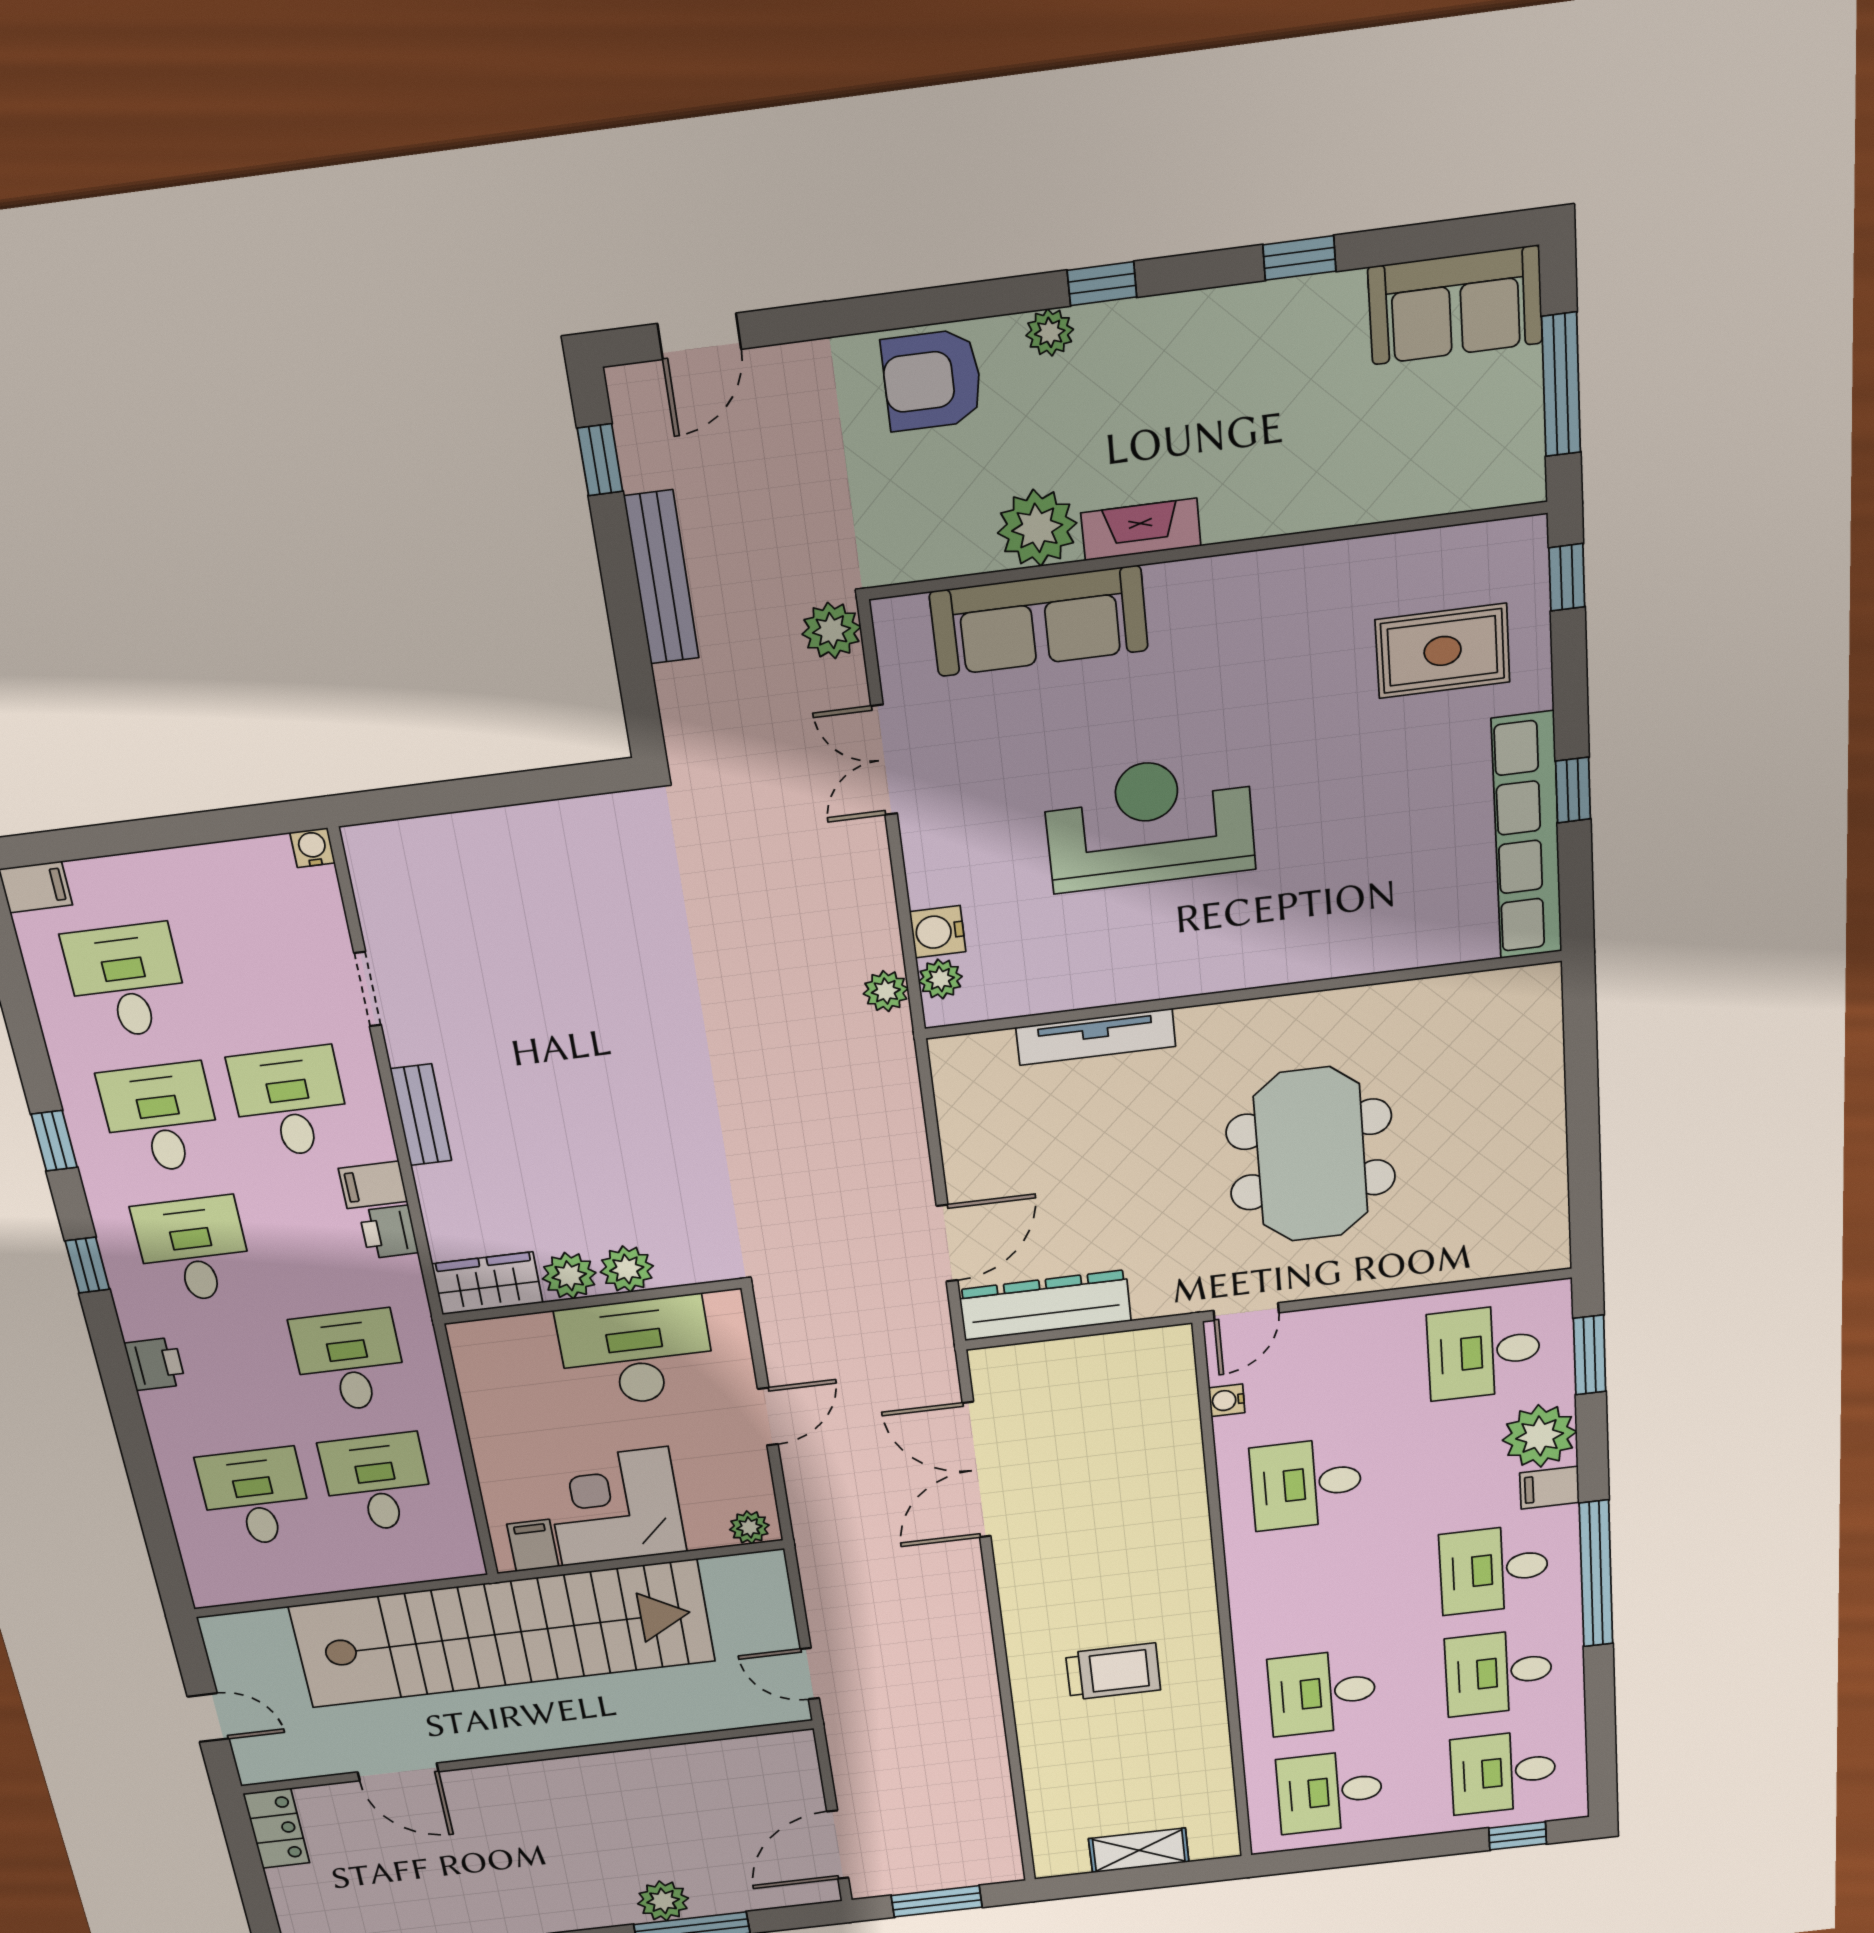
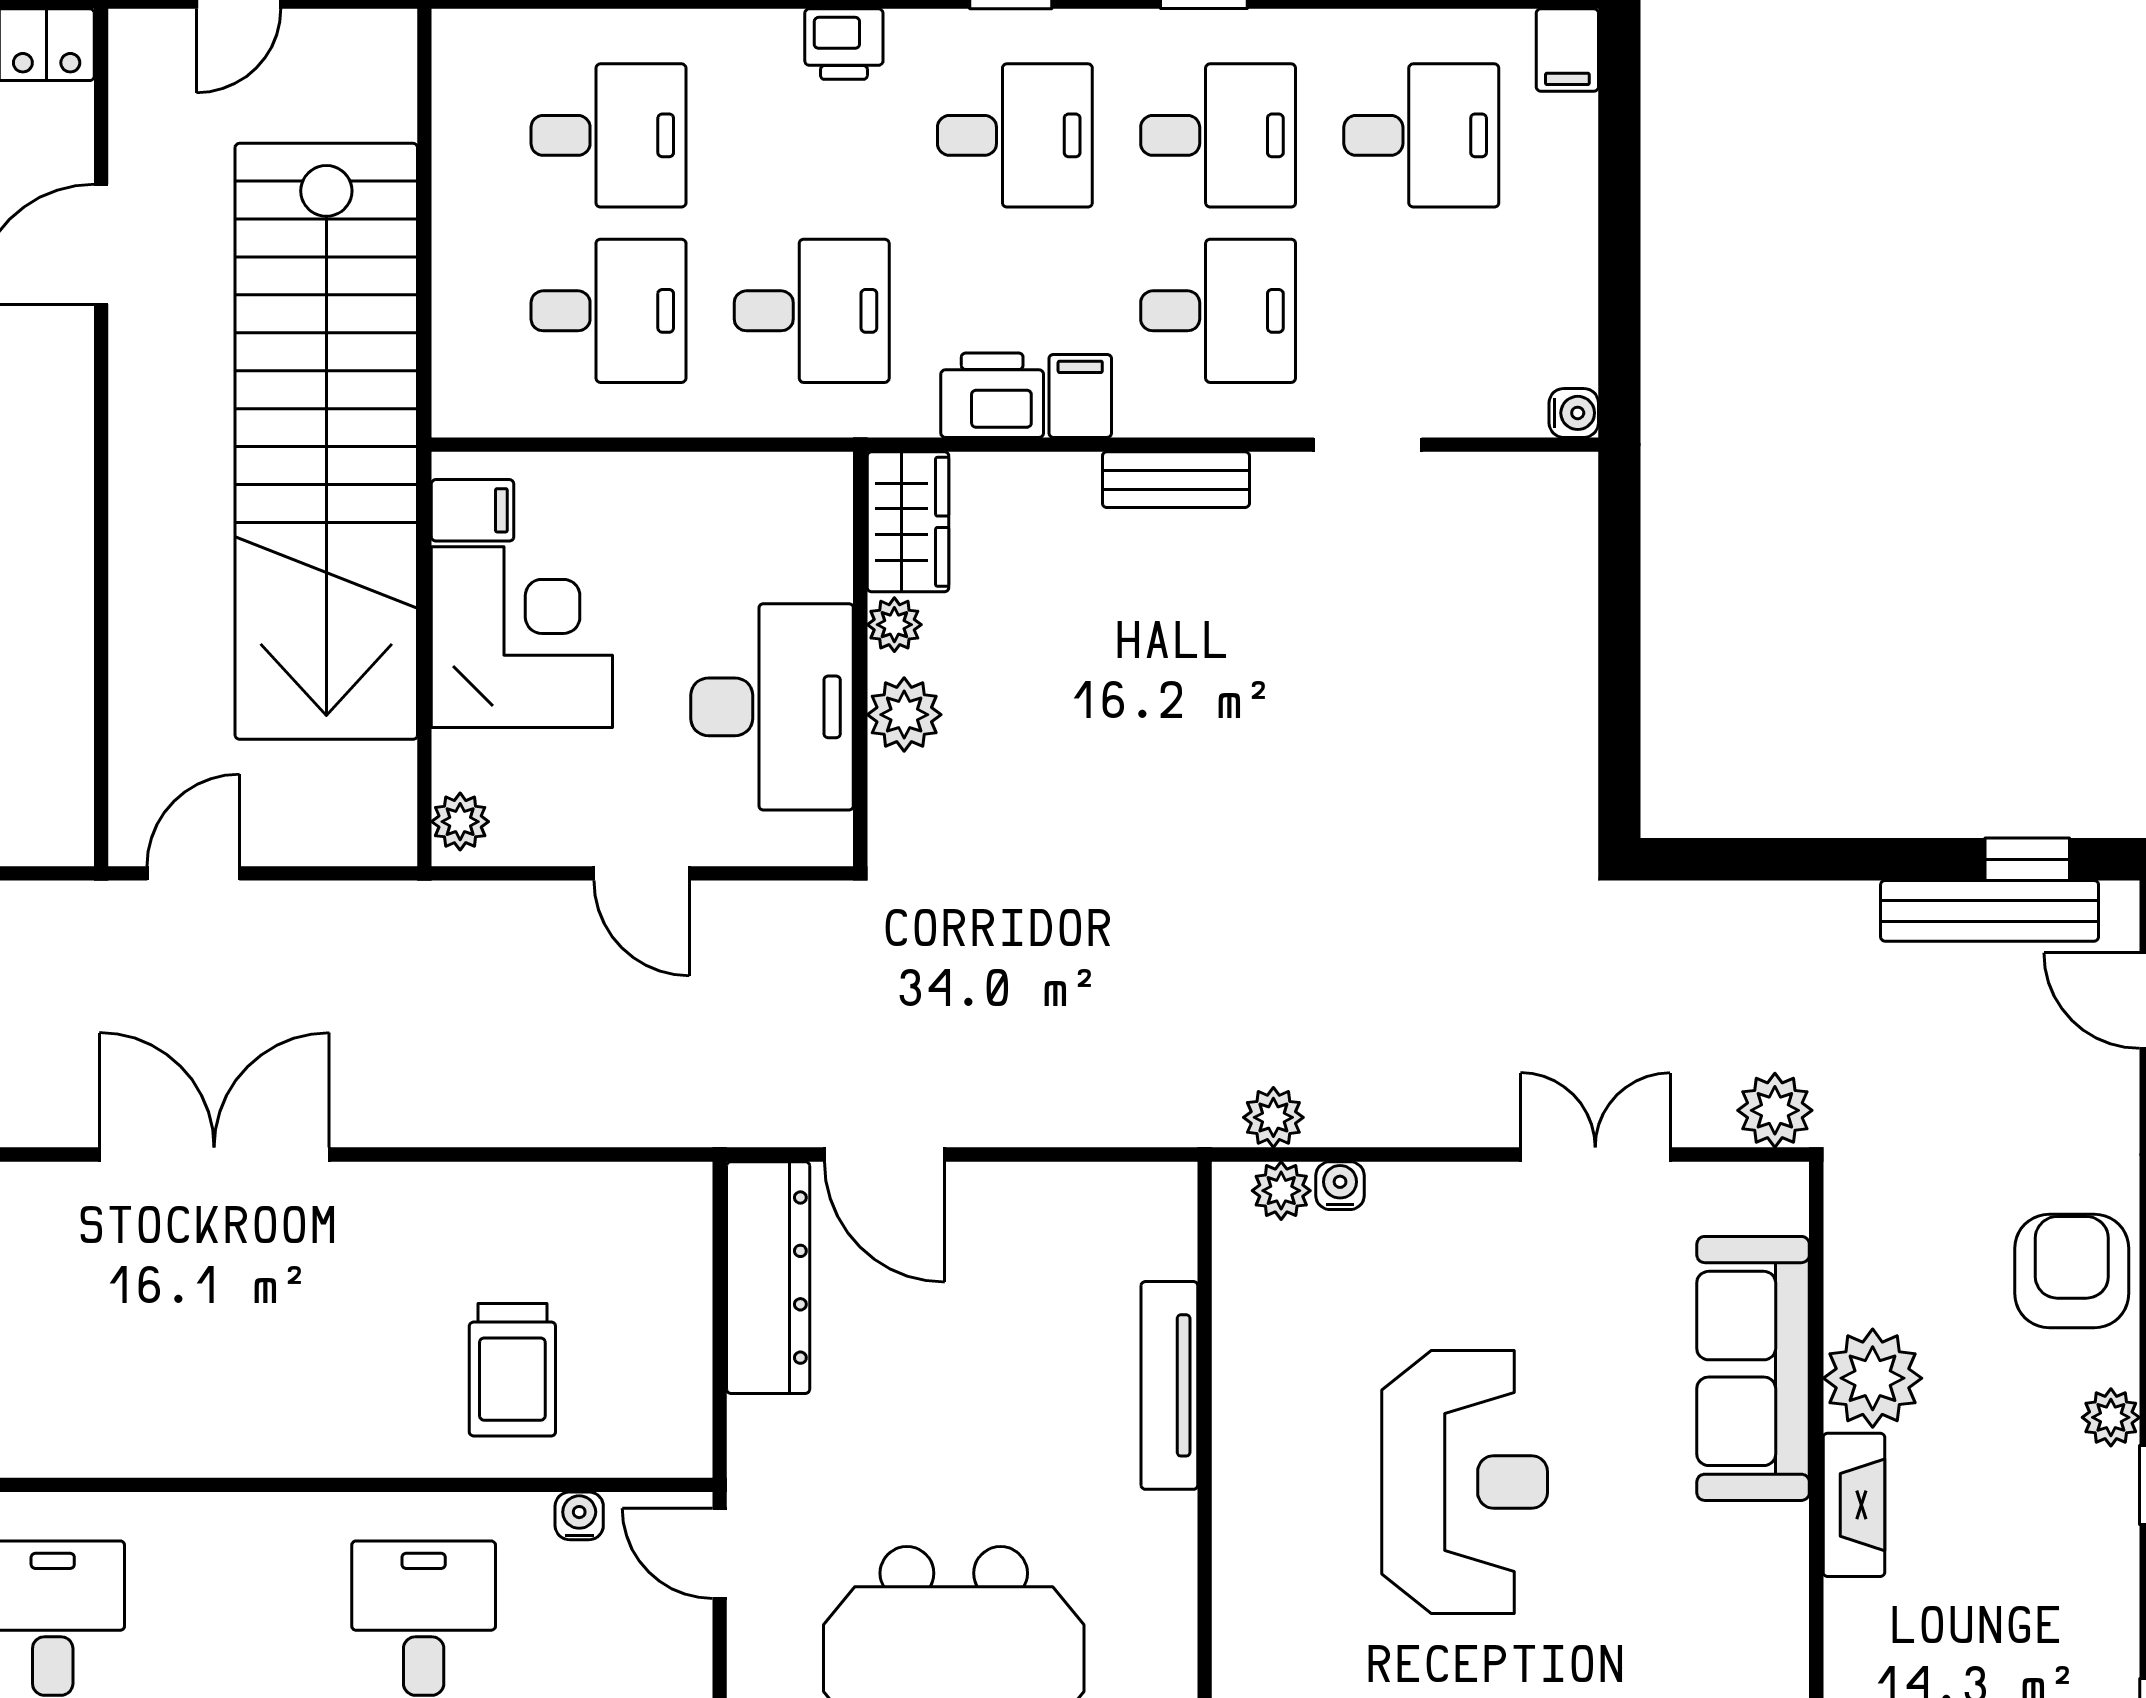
bench: (662, 578) -> (1990, 911), moved
water cooler: (938, 932) -> (1340, 1186), width x0.72, depth x0.72
printer: (389, 1232) -> (992, 395), width x1.36, depth x1.24
plant: (569, 1276) -> (894, 625), width x0.73, depth x0.73
double door: (977, 1470) -> (214, 1154), moved
trolley: (1113, 1672) -> (512, 1370), moved

